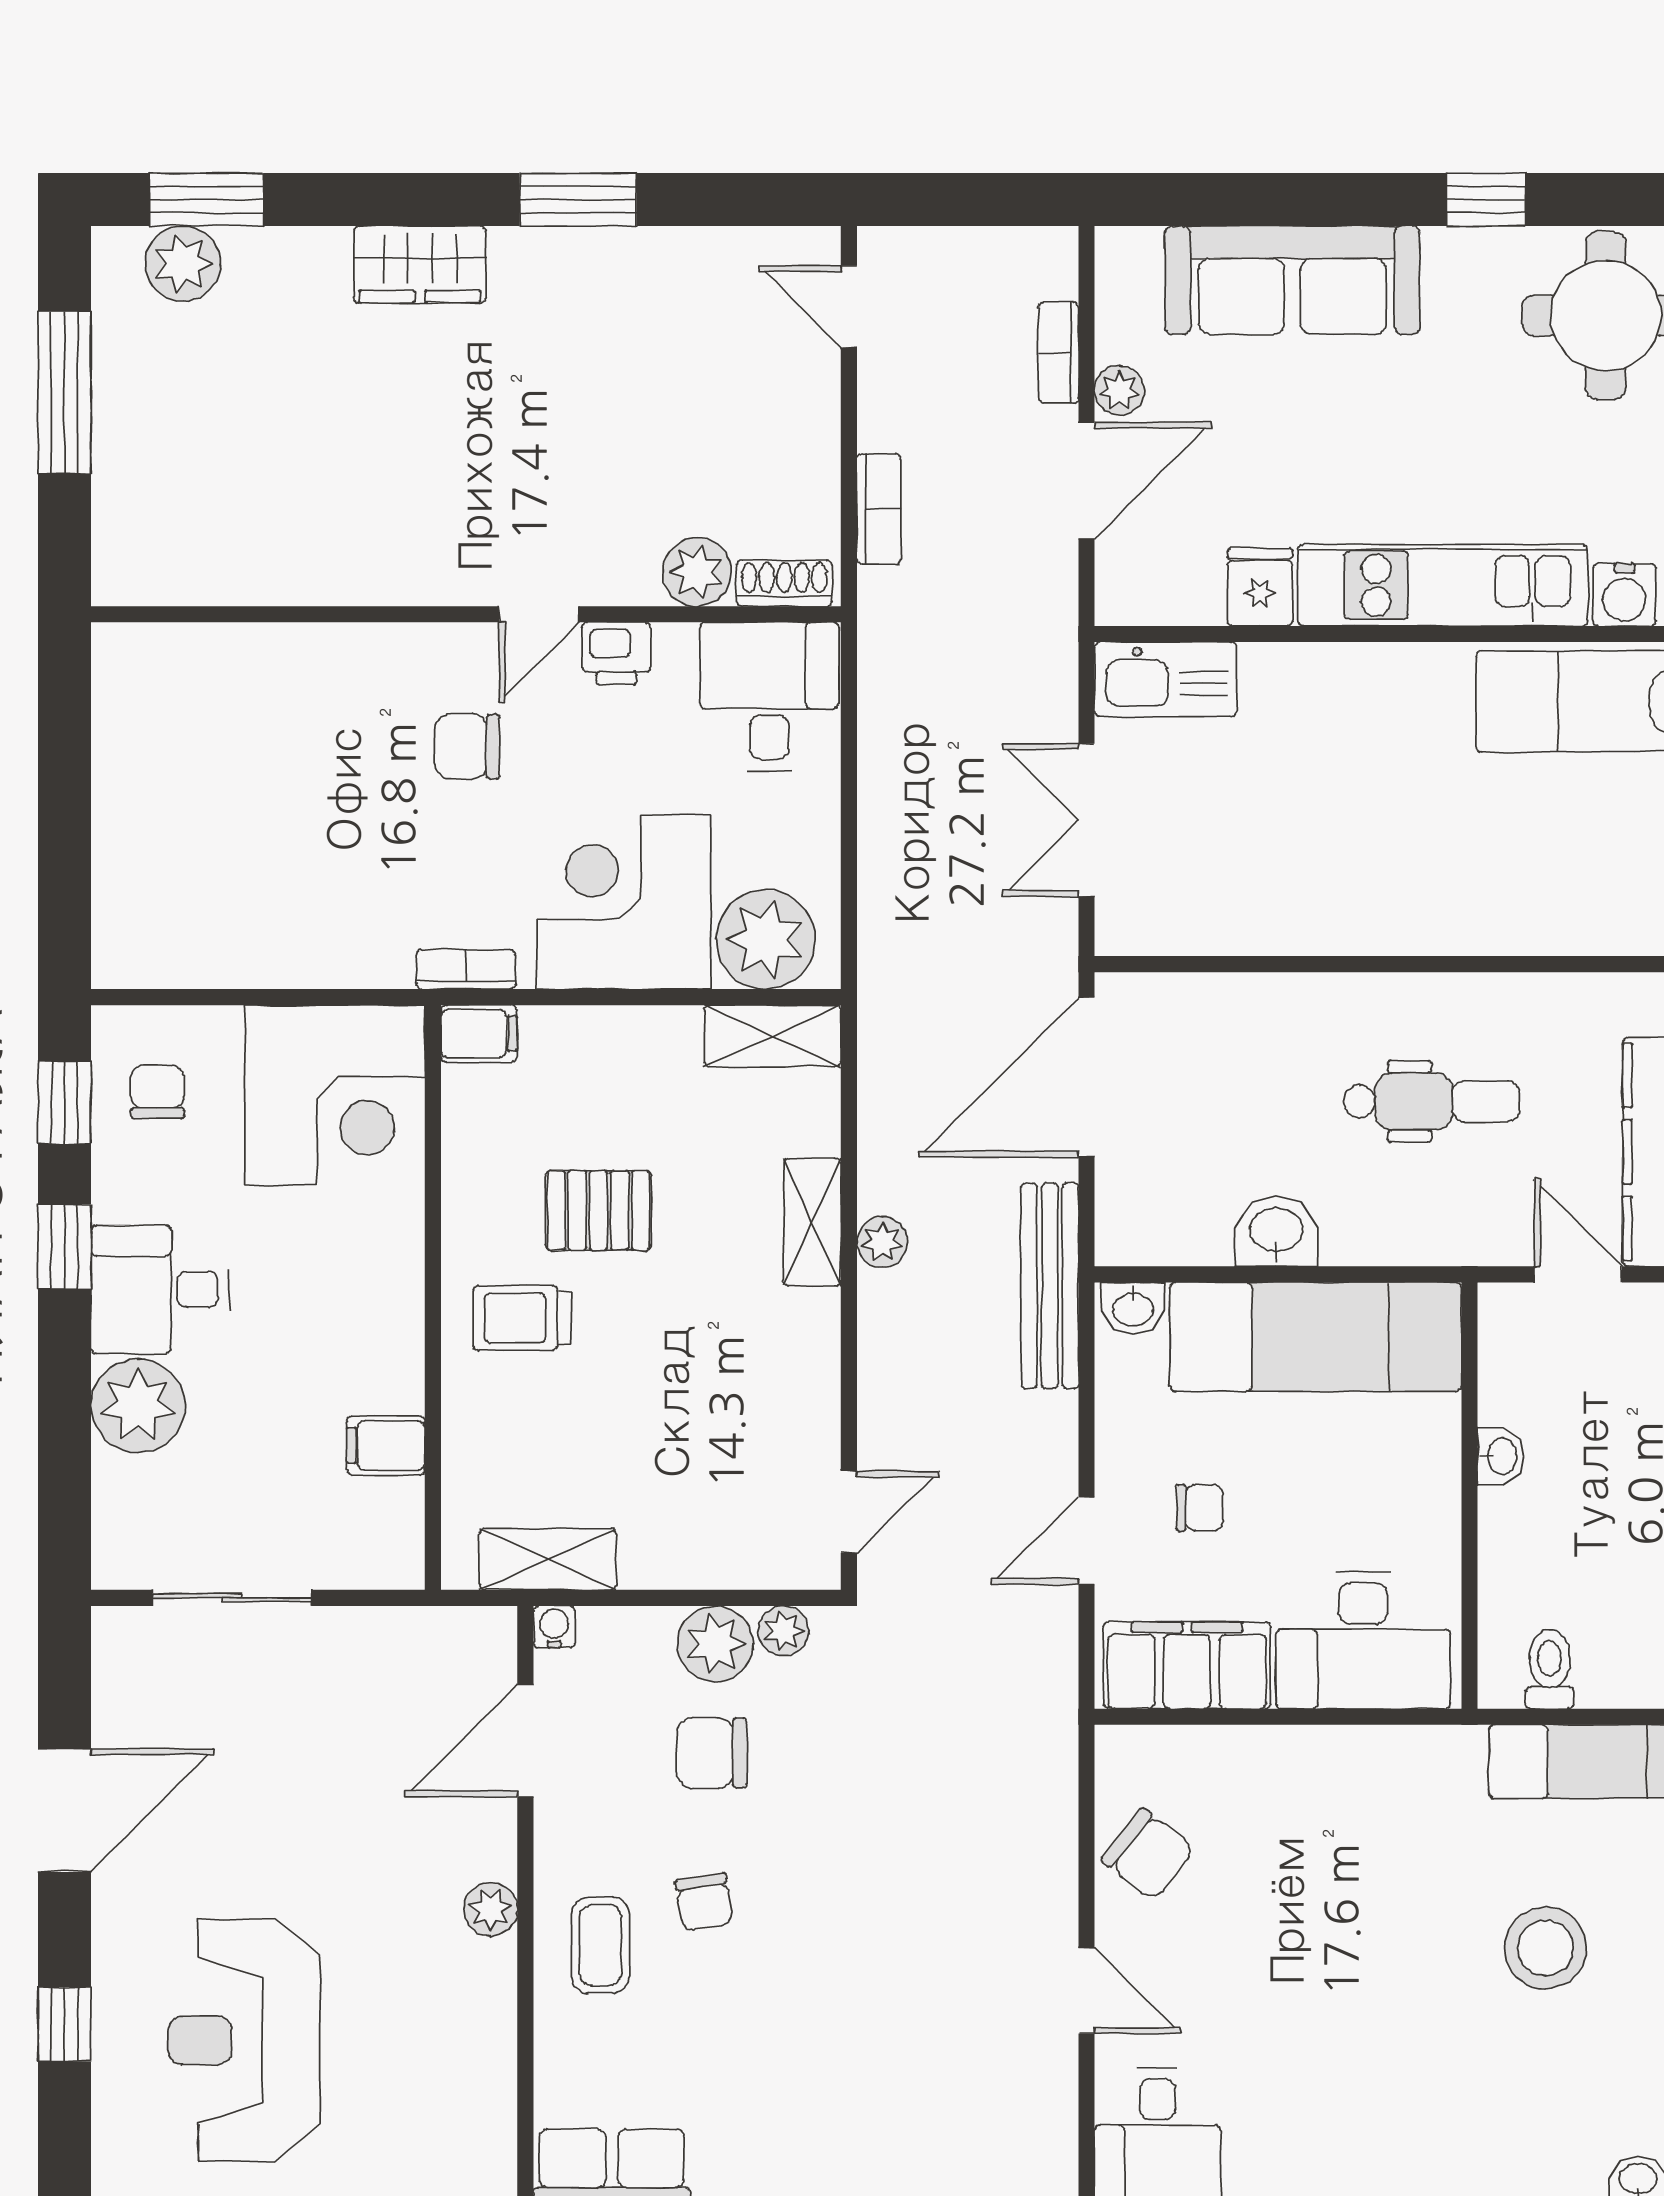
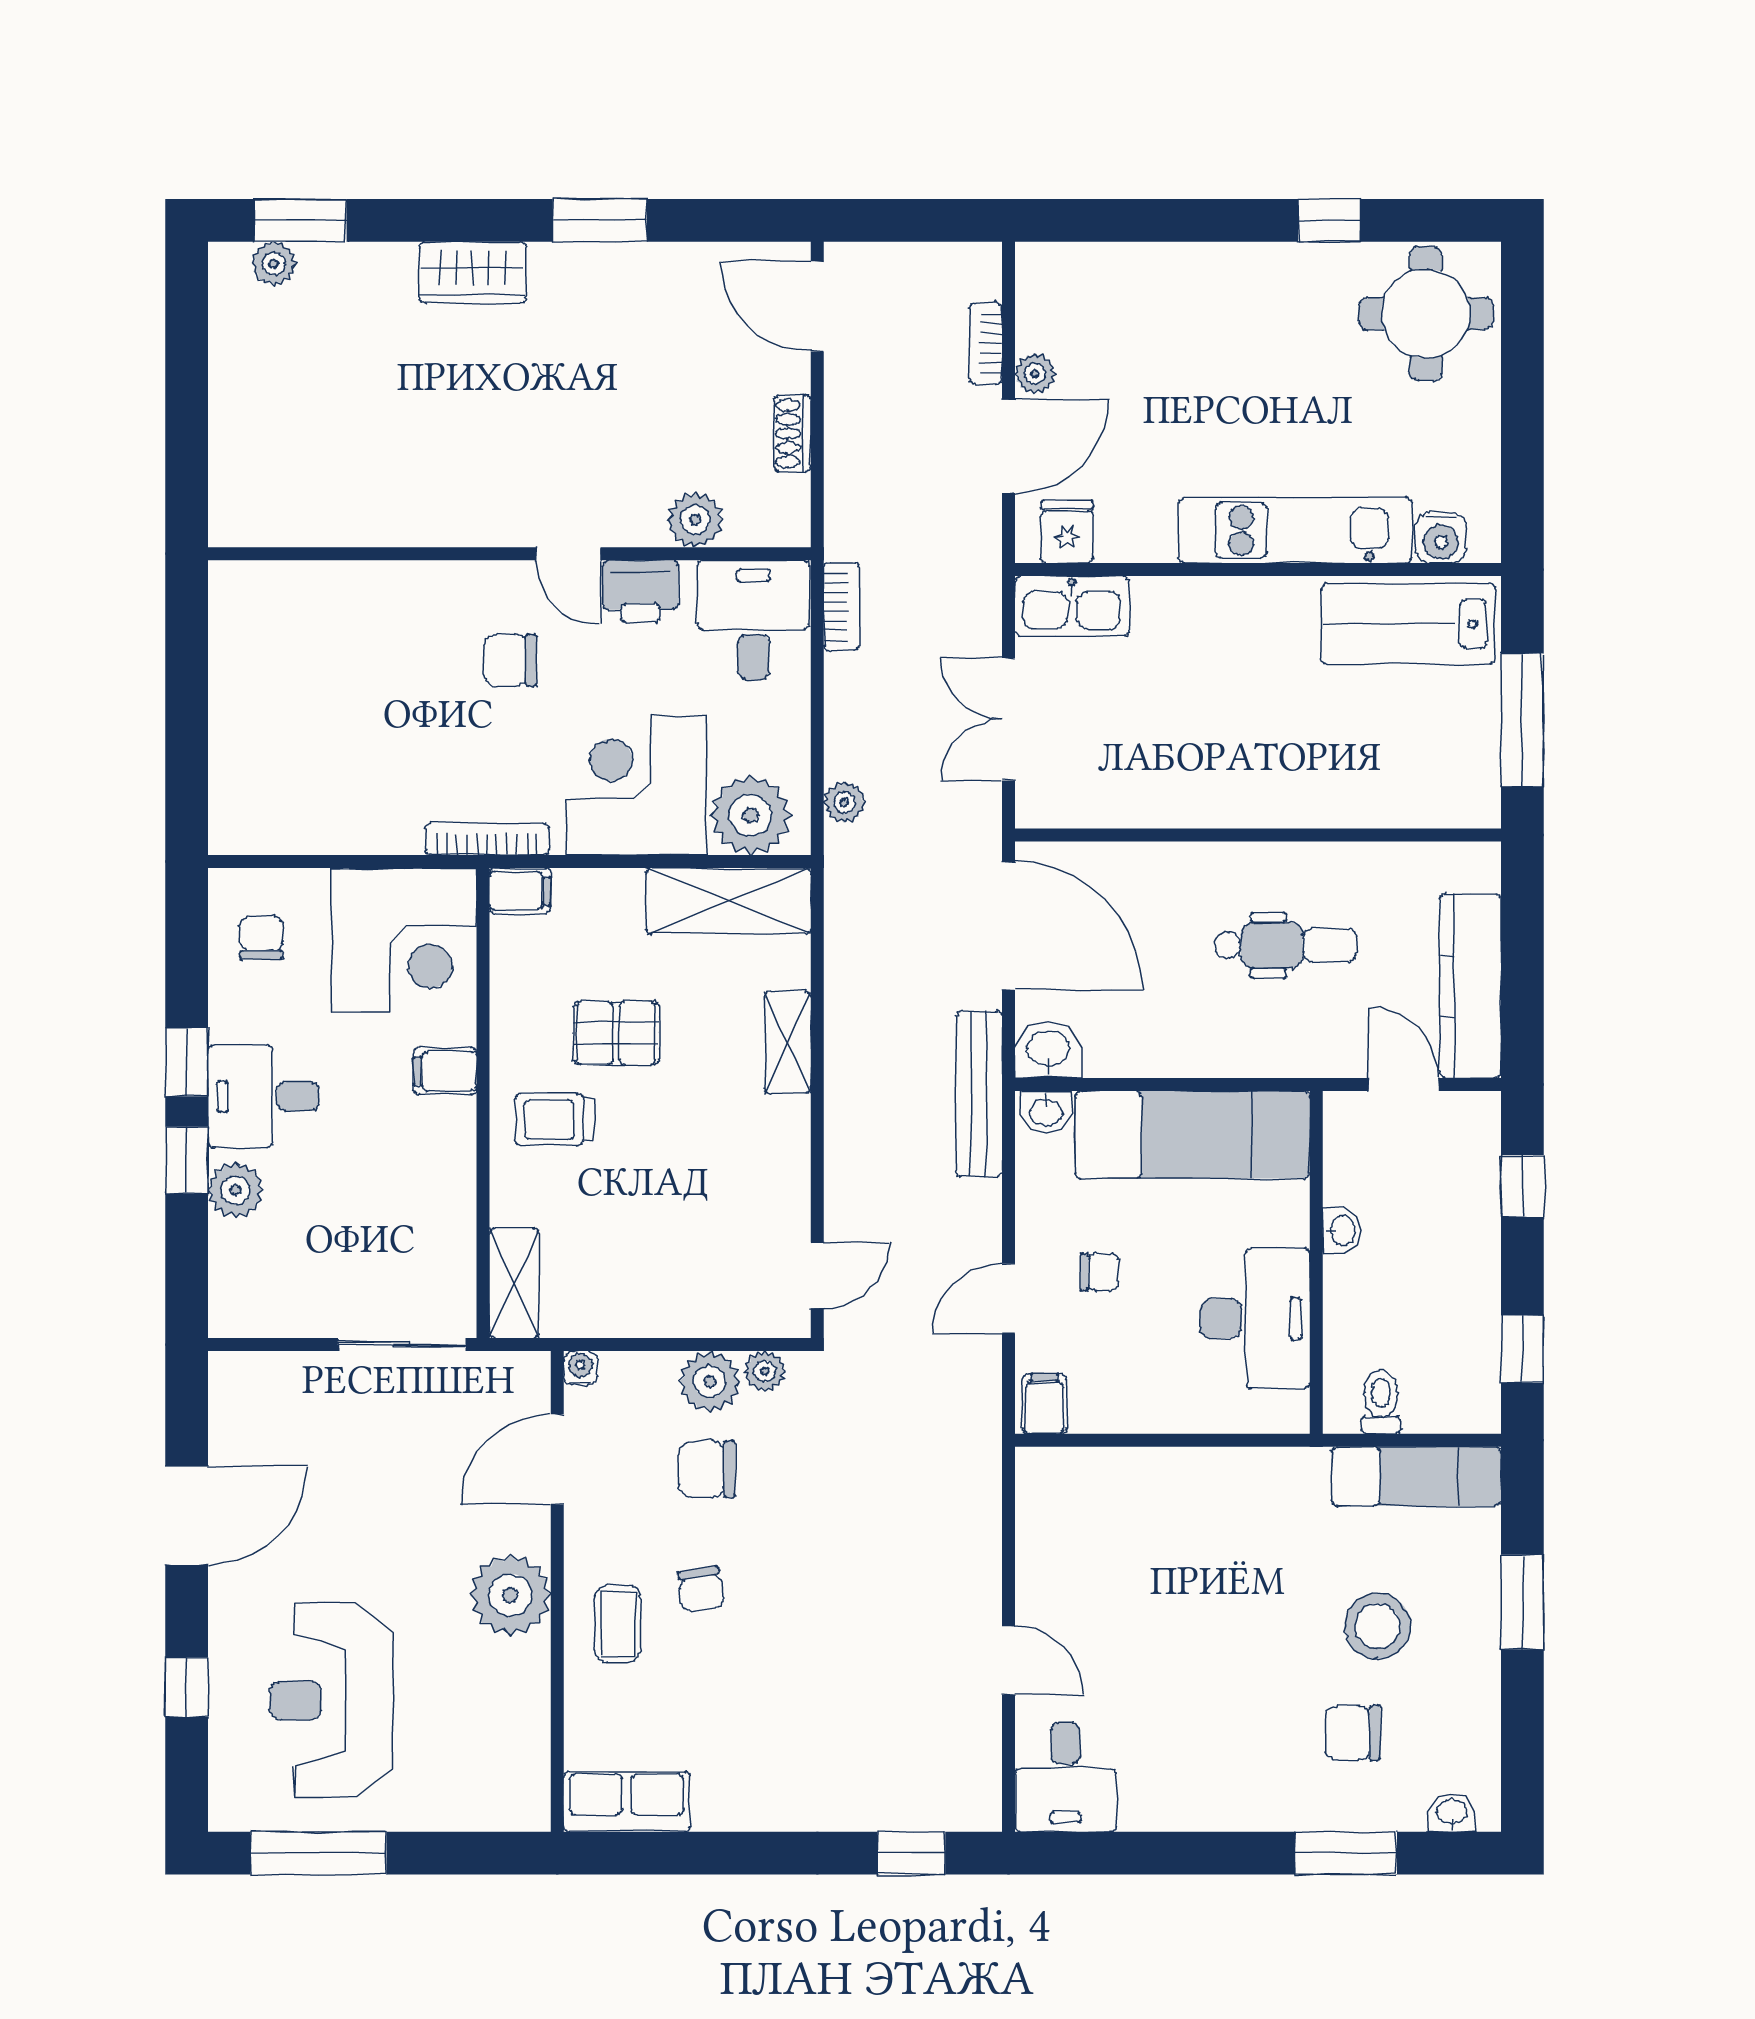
plant: (183, 264) -> (274, 264), width x0.73, depth x0.73
sofa: (1292, 280) -> (1174, 285), removed
door: (849, 307) -> (817, 306), width x1.38
window: (65, 392) -> (187, 375), removed
bookcase: (879, 509) -> (841, 607), moved
shoe rack: (784, 583) -> (792, 433), moved, turned -90
fridge: (1260, 587) -> (1067, 532), moved
door: (539, 614) -> (568, 554), hinge flipped
printer: (616, 653) -> (640, 591), width x1.36, depth x1.24
bookcase: (466, 969) -> (487, 839), width x1.56
shelving: (772, 1036) -> (728, 901), width x1.50, depth x1.33
door: (1087, 1077) -> (1008, 926), swing flipped
window: (65, 1103) -> (187, 1160), moved
washbasin: (1276, 1231) -> (1048, 1050), moved
plant: (882, 1242) -> (844, 802), moved
plant: (138, 1406) -> (236, 1190), width x0.73, depth x0.73
filing cabinet: (386, 1445) -> (445, 1071), moved
shelving: (548, 1559) -> (514, 1283), moved, turned 90
sliding door: (232, 1598) -> (402, 1345), moved
desk: (1363, 1640) -> (1255, 1318), moved, turned -90
filing cabinet: (1187, 1665) -> (1044, 1404), width x0.33, depth x0.86
chair: (1148, 1854) -> (1353, 1733), moved, turned 142
plant: (491, 1909) -> (510, 1595), width x1.88, depth x1.88

